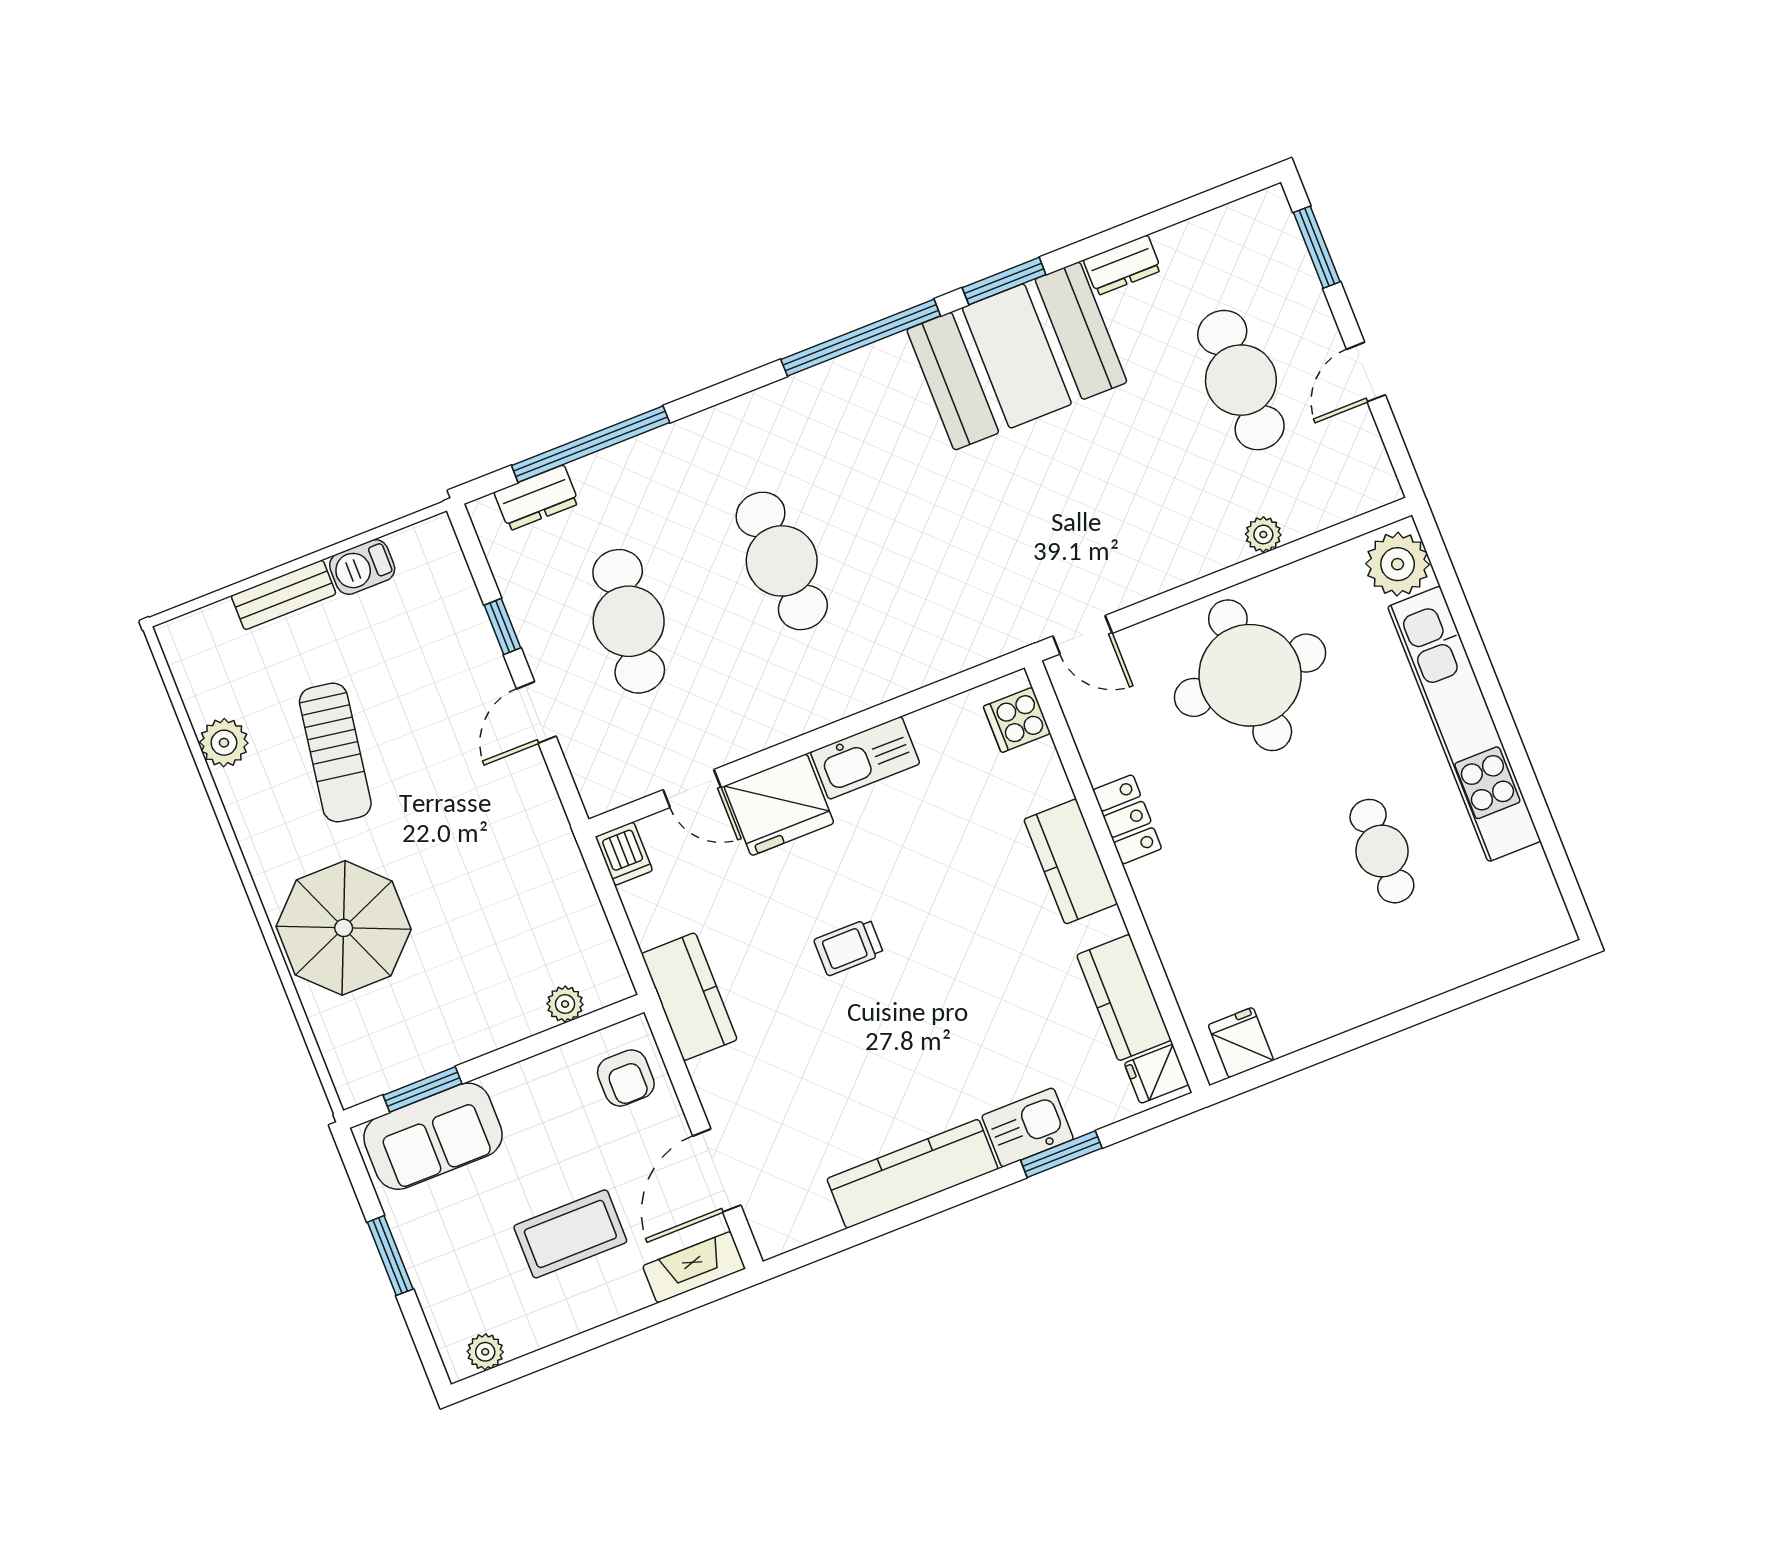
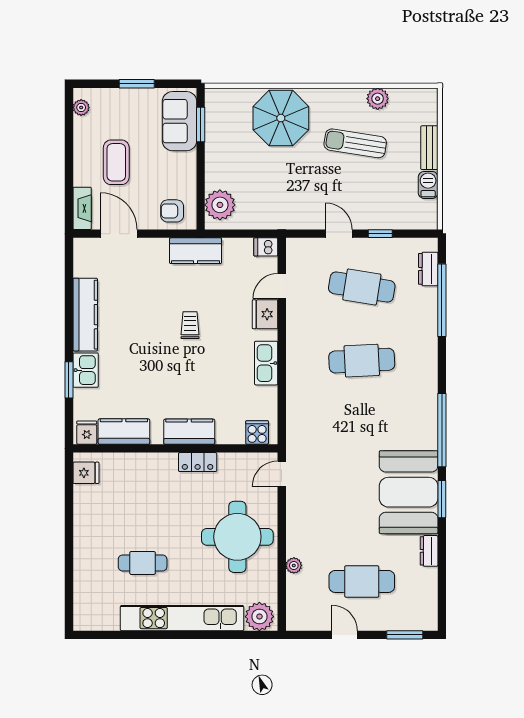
fridge: (779, 805) -> (265, 314), width x0.73, depth x0.75
plant: (565, 1004) -> (220, 205), width x1.87, depth x1.87

